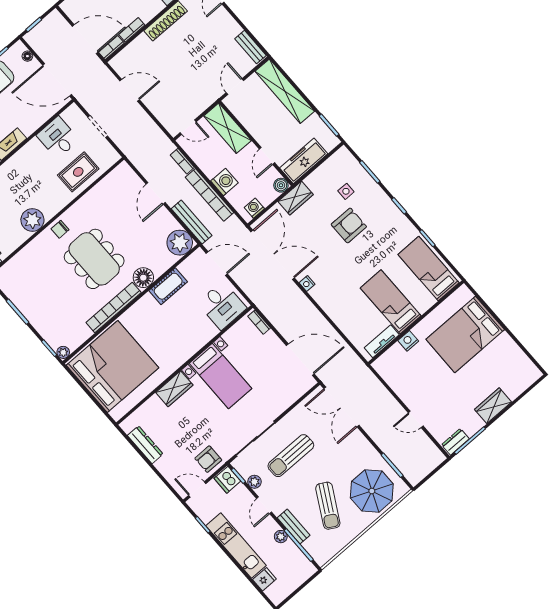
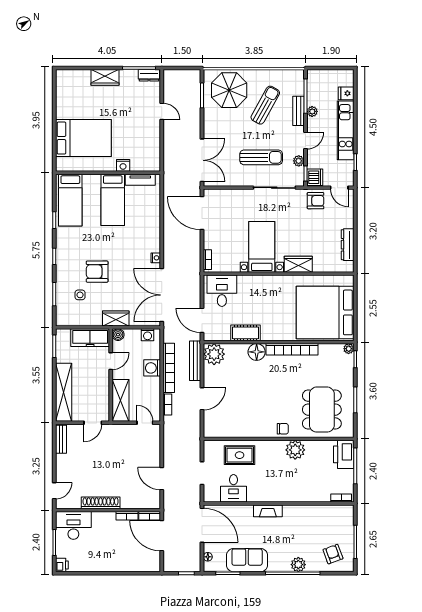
dining table: (94, 259) -> (322, 410), moved

